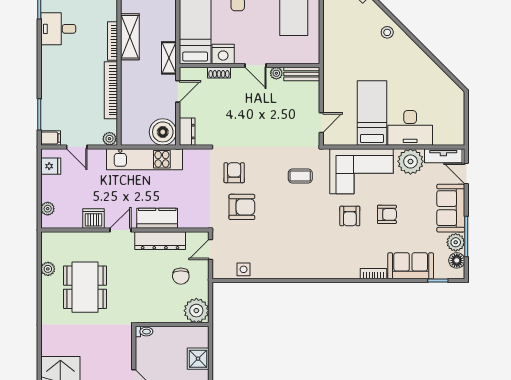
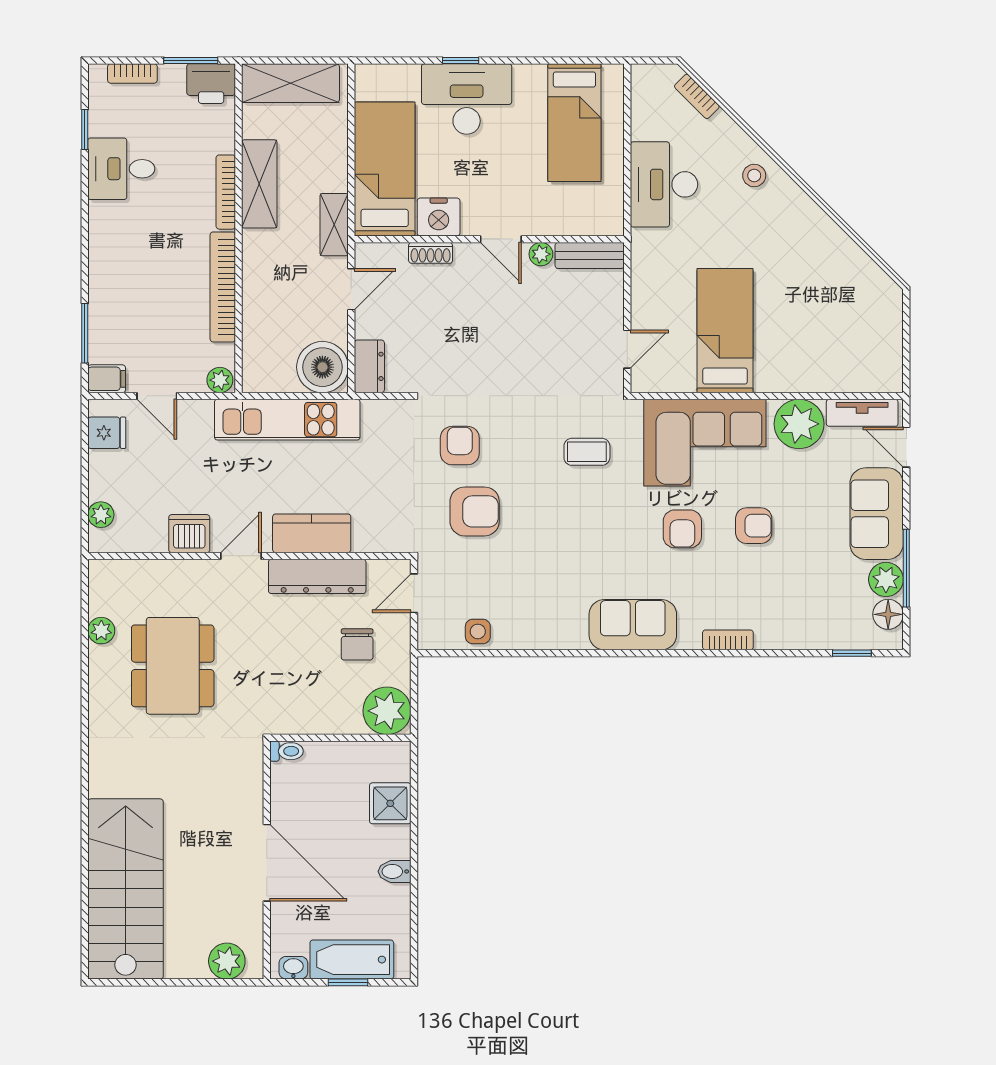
desk: (410, 128) -> (664, 184), moved, turned 90
sofa: (411, 266) -> (633, 625), moved

